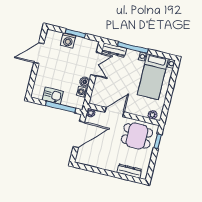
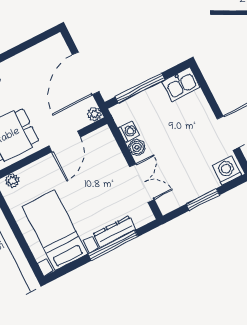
washing machine: (68, 41) -> (227, 171), moved
dresser: (114, 50) -> (114, 232), moved
double door: (96, 64) -> (142, 183), swing flipped
kitchen sink: (53, 96) -> (181, 84), moved

